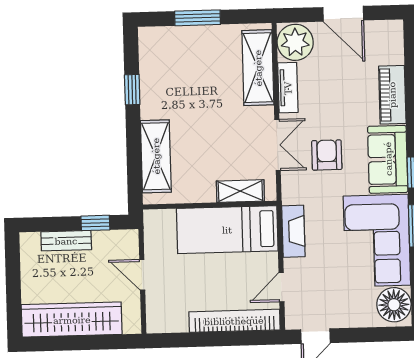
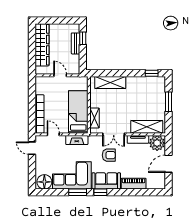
window: (132, 90) -> (152, 73), moved
window: (95, 223) -> (83, 38), moved
door: (142, 275) -> (60, 75), hinge flipped

